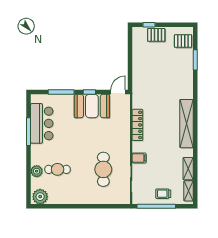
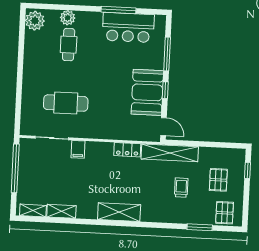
pallet: (156, 35) -> (218, 180), moved
shelving: (138, 86) -> (170, 153), added
shelving: (187, 124) -> (119, 212), width x0.68
locker: (137, 125) -> (127, 150), width x0.66
trolley: (163, 194) -> (181, 188), moved

